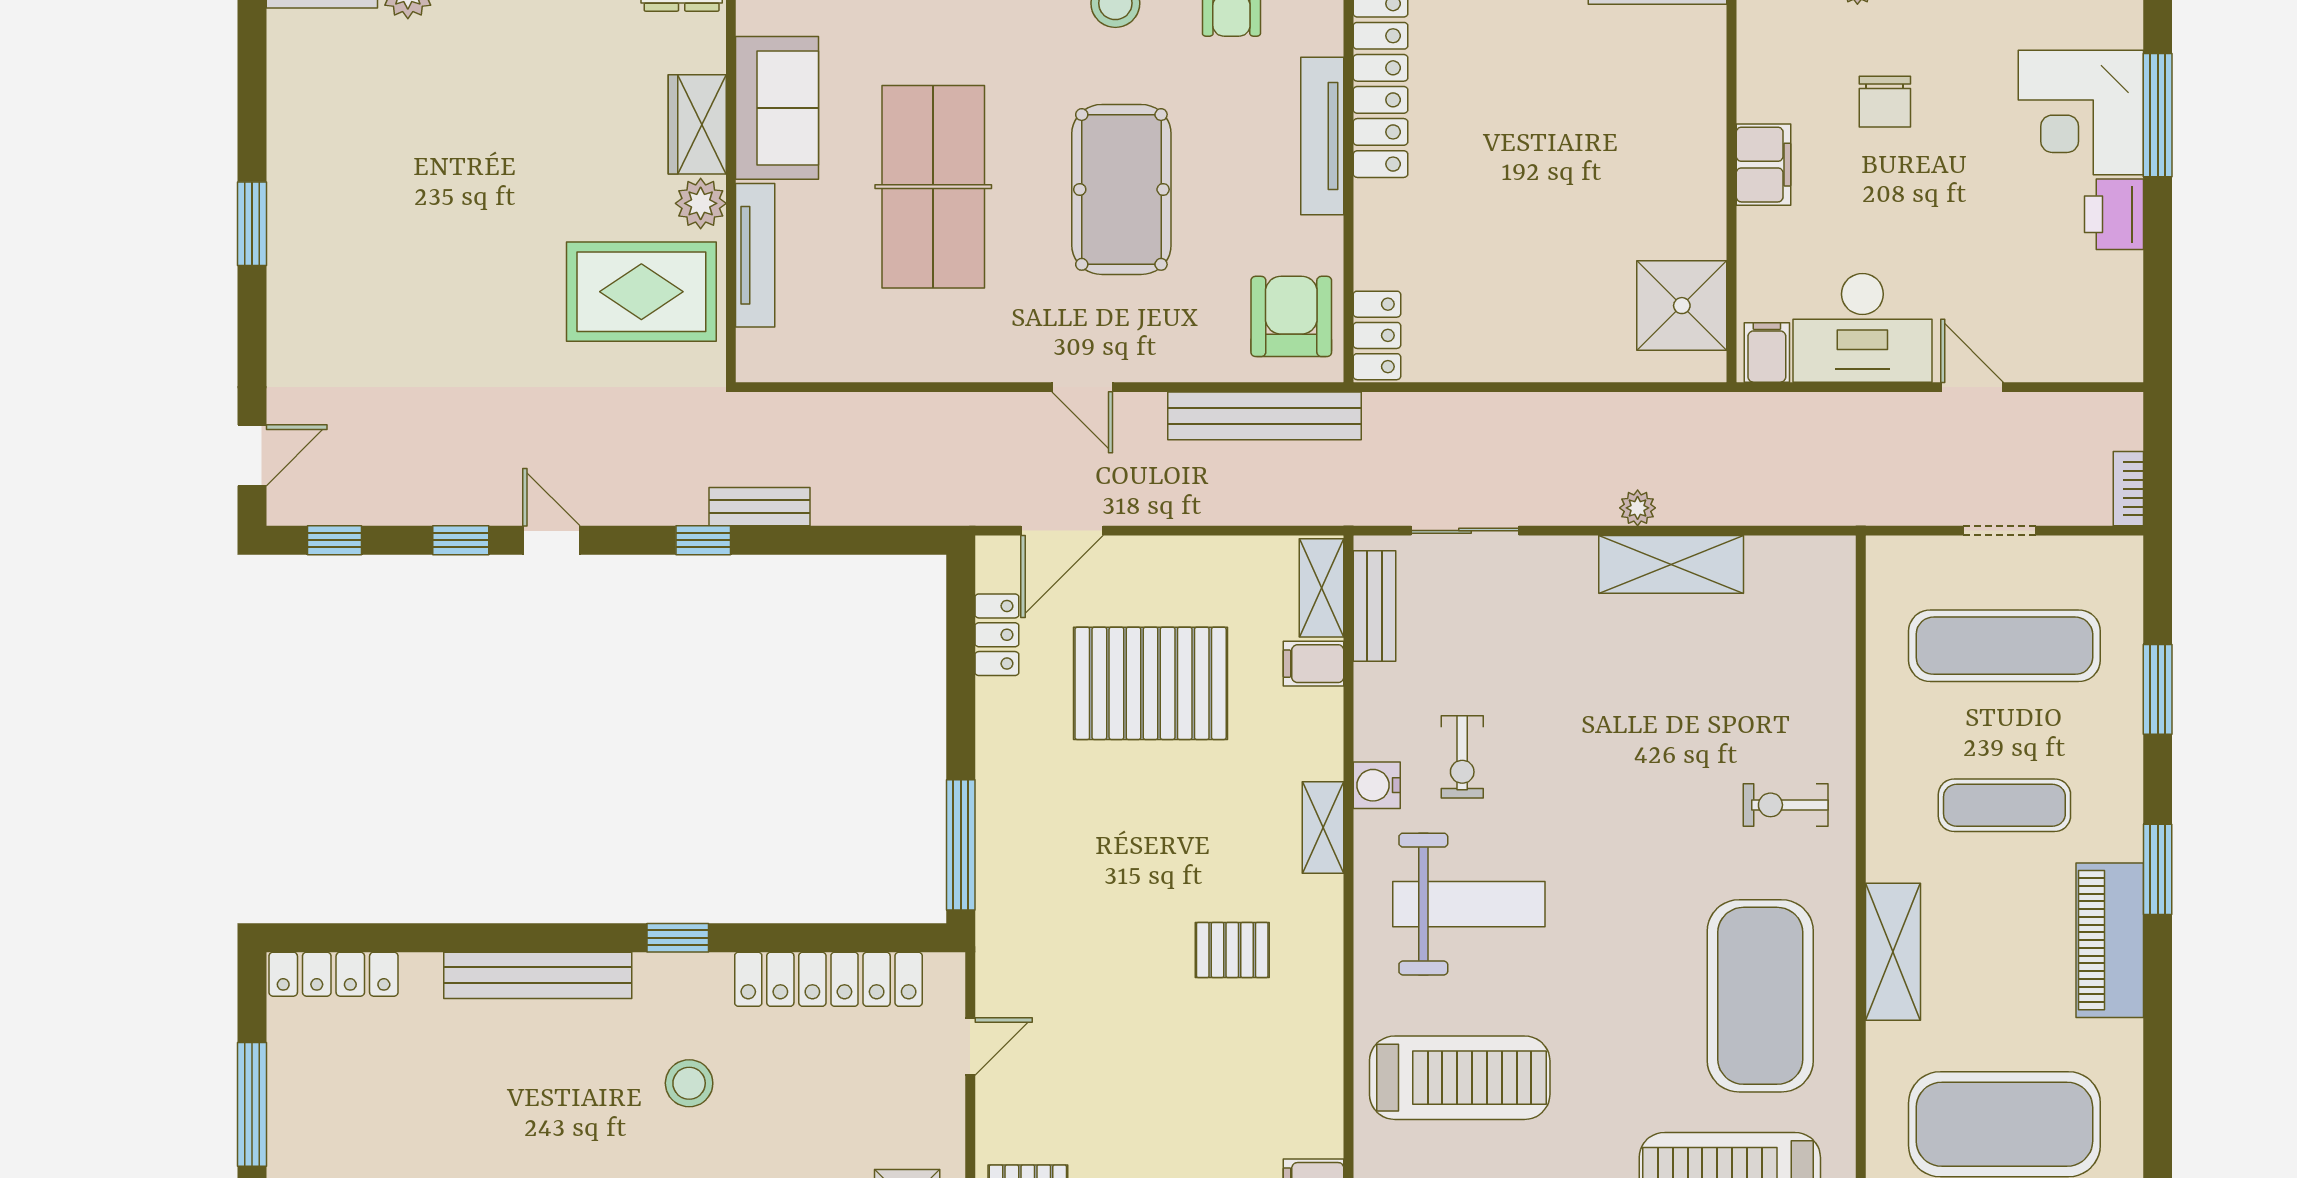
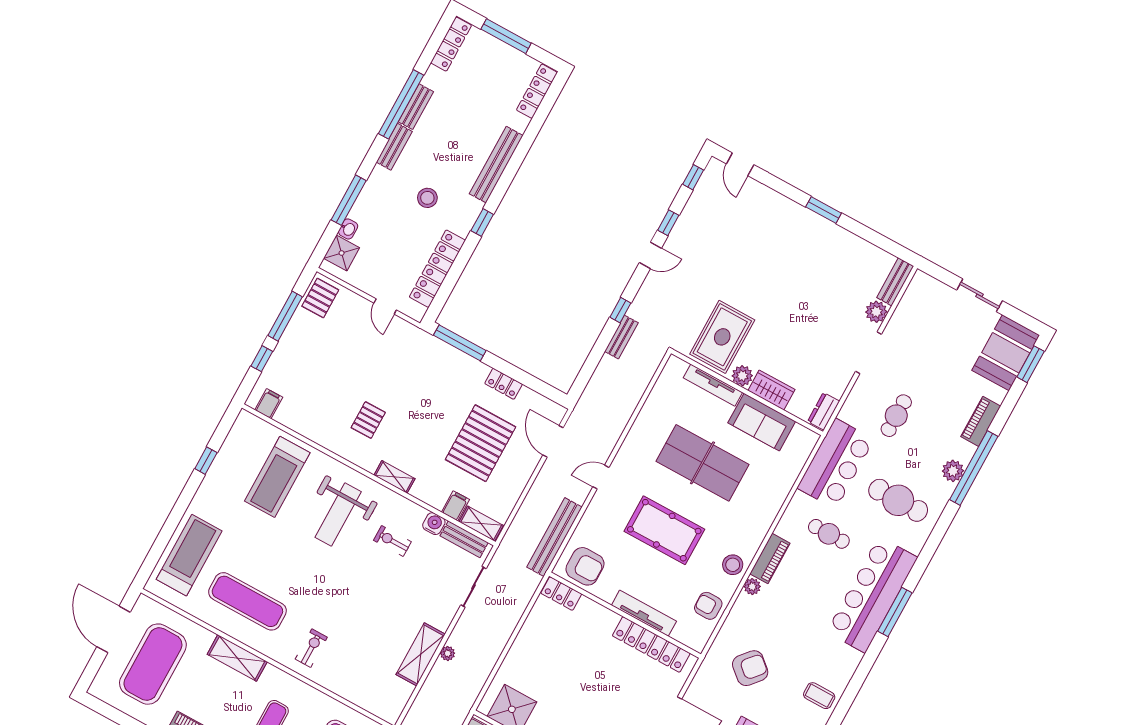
locker: (997, 635) -> (504, 384), moved
water cooler: (1377, 785) -> (434, 524), moved
exercise mat: (1760, 996) -> (247, 601), width x0.68

